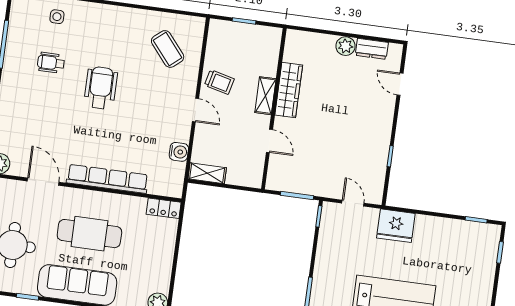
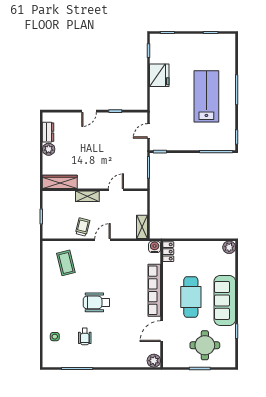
coffee table: (168, 49) -> (66, 263), turned -64
door: (400, 84) -> (89, 111), moved
wardrobe: (289, 90) -> (60, 182), moved
water cooler: (179, 152) -> (155, 247), moved
fridge: (396, 226) -> (159, 75), moved

